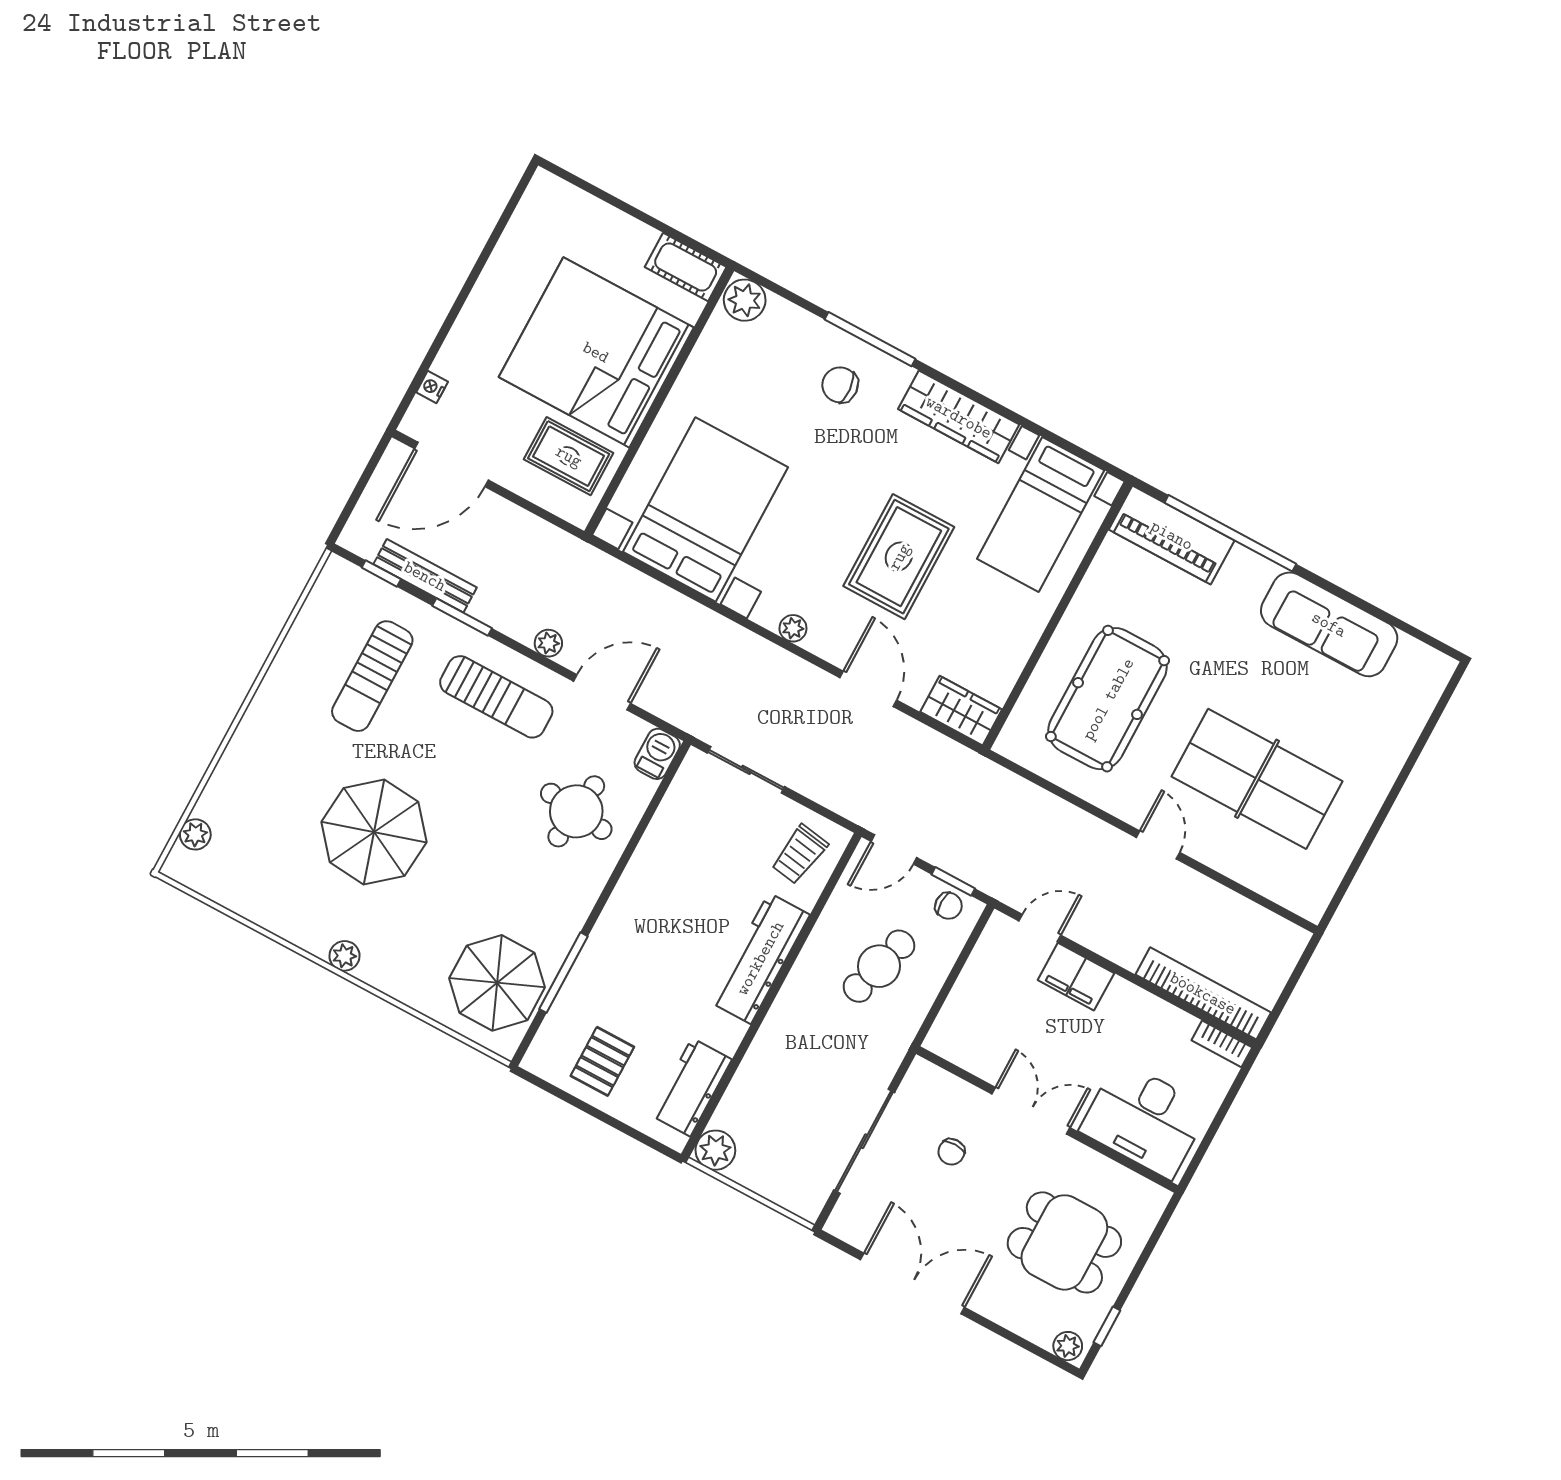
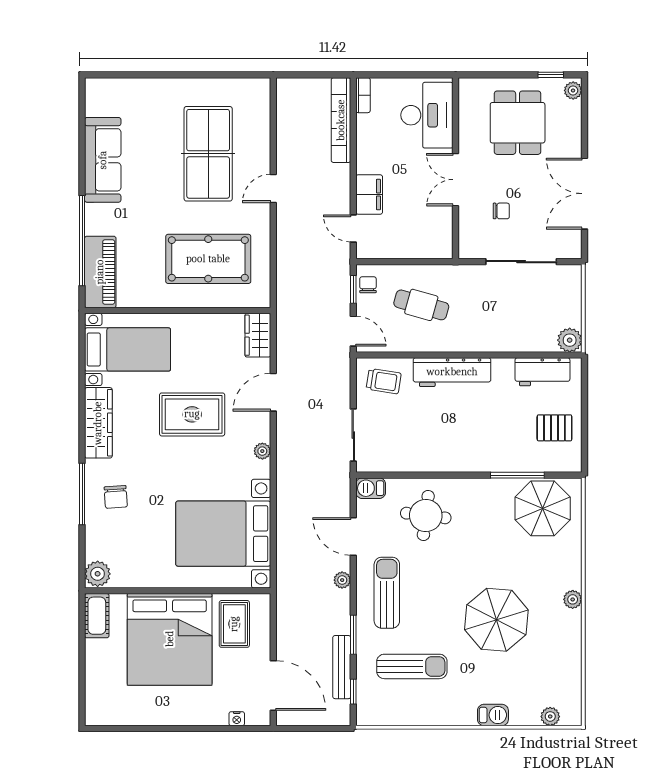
barbecue: (241, 754) -> (493, 715), added

